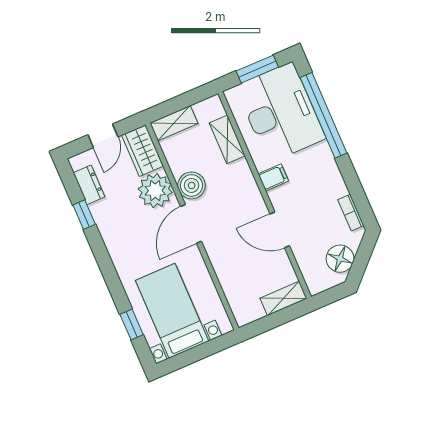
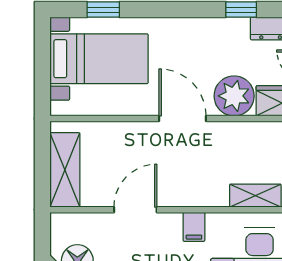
boiler: (192, 185) -> (223, 137), removed
shelving: (284, 298) -> (65, 170), width x1.50, depth x1.33

